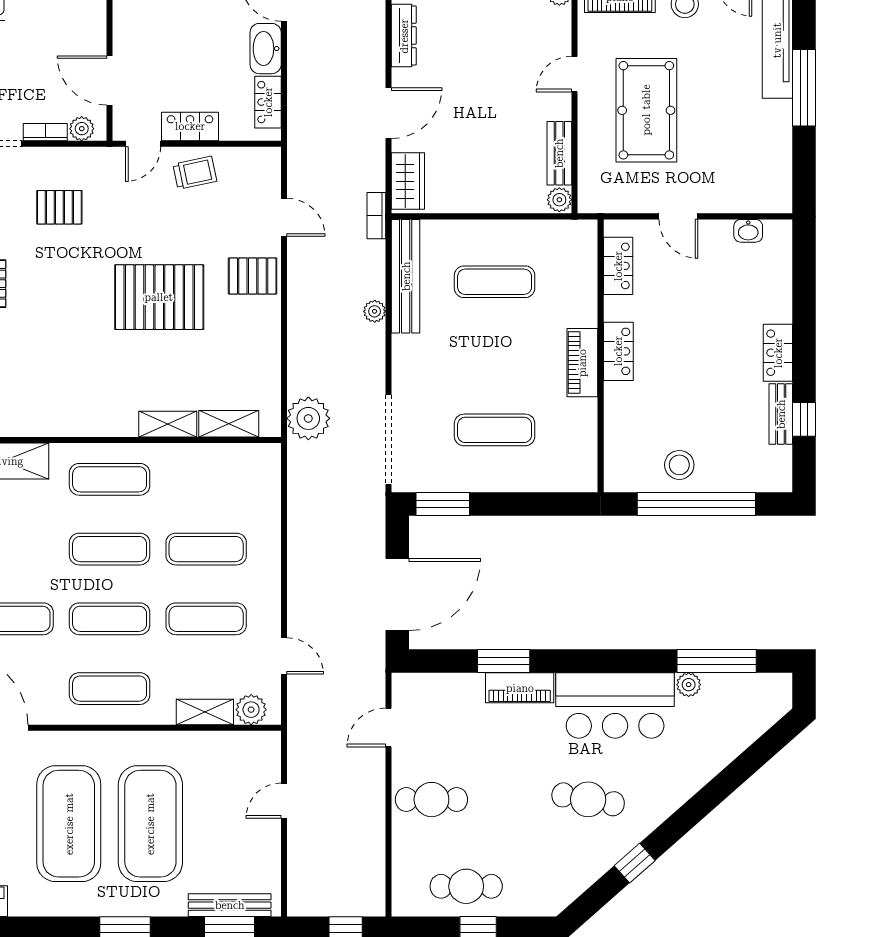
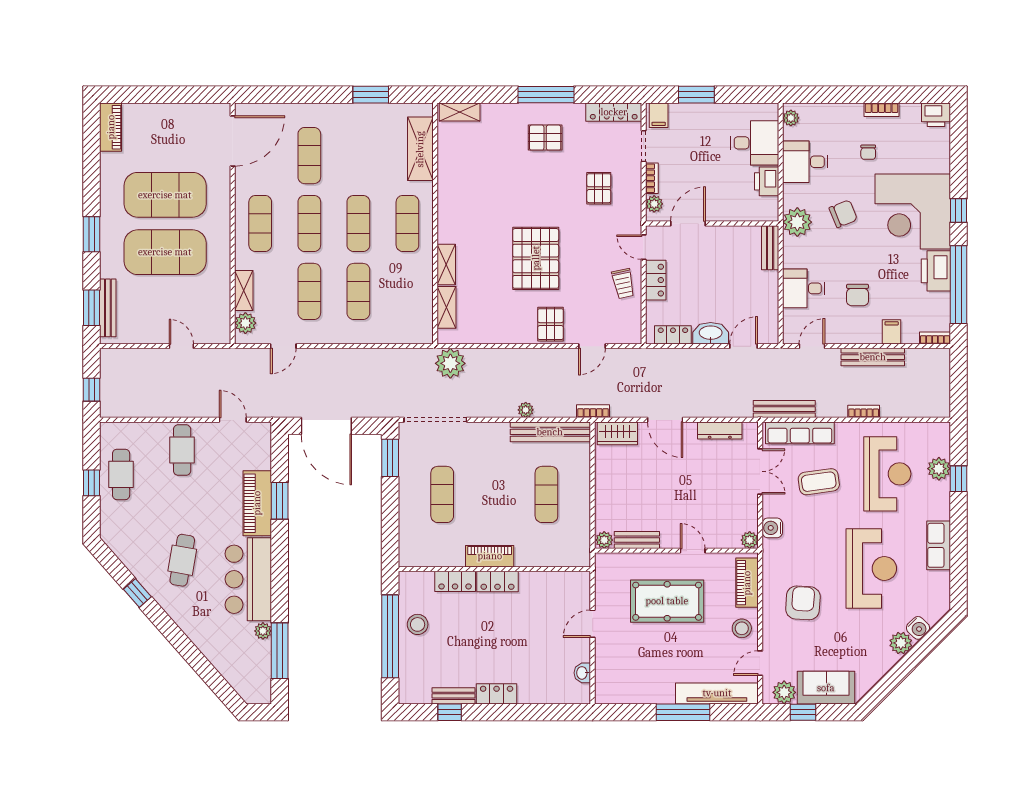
locker: (618, 266) -> (455, 581), moved
piano: (520, 688) -> (257, 503), width x1.37, depth x1.33

